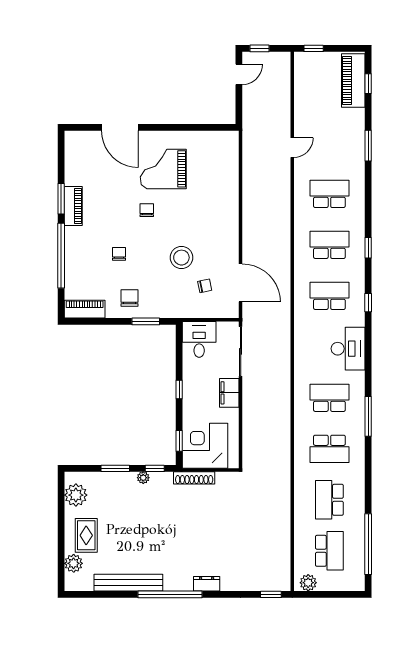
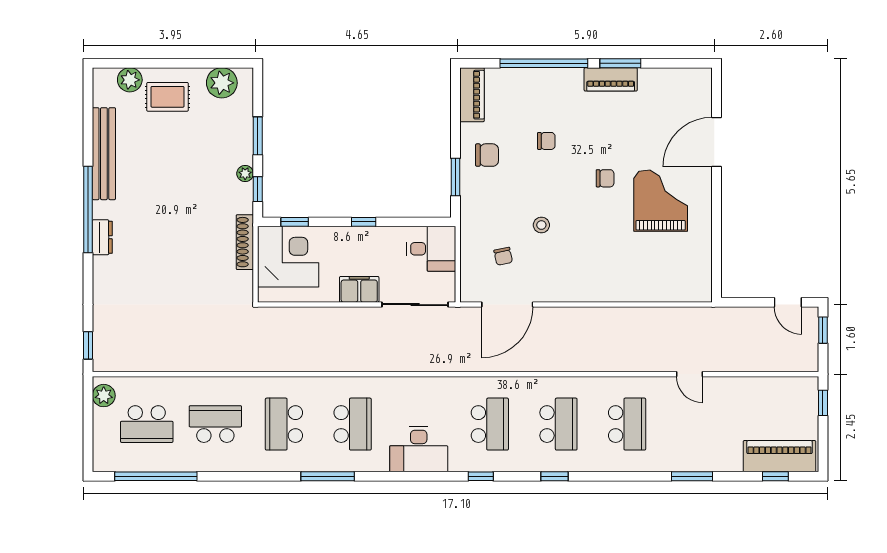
stool: (181, 258) -> (541, 225), width x0.53, depth x0.53
dresser: (207, 584) -> (102, 237), moved

